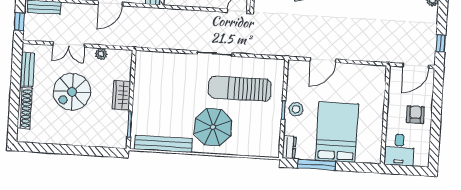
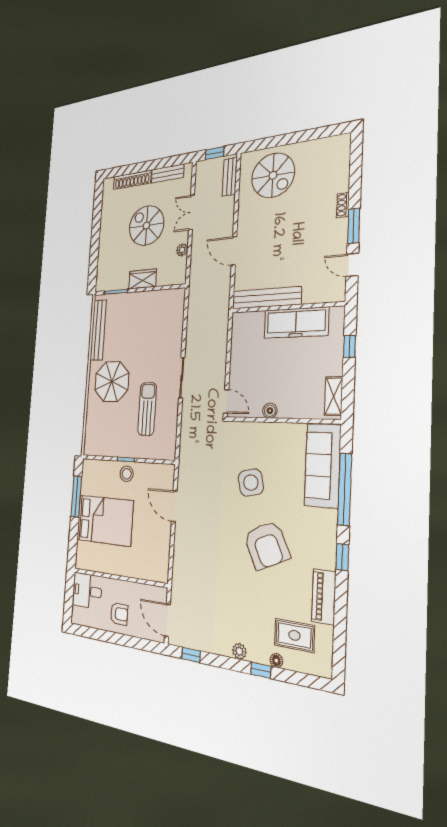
sun lounger: (240, 89) -> (147, 409), width x0.73, depth x0.75
dresser: (289, 147) -> (92, 466), removed

